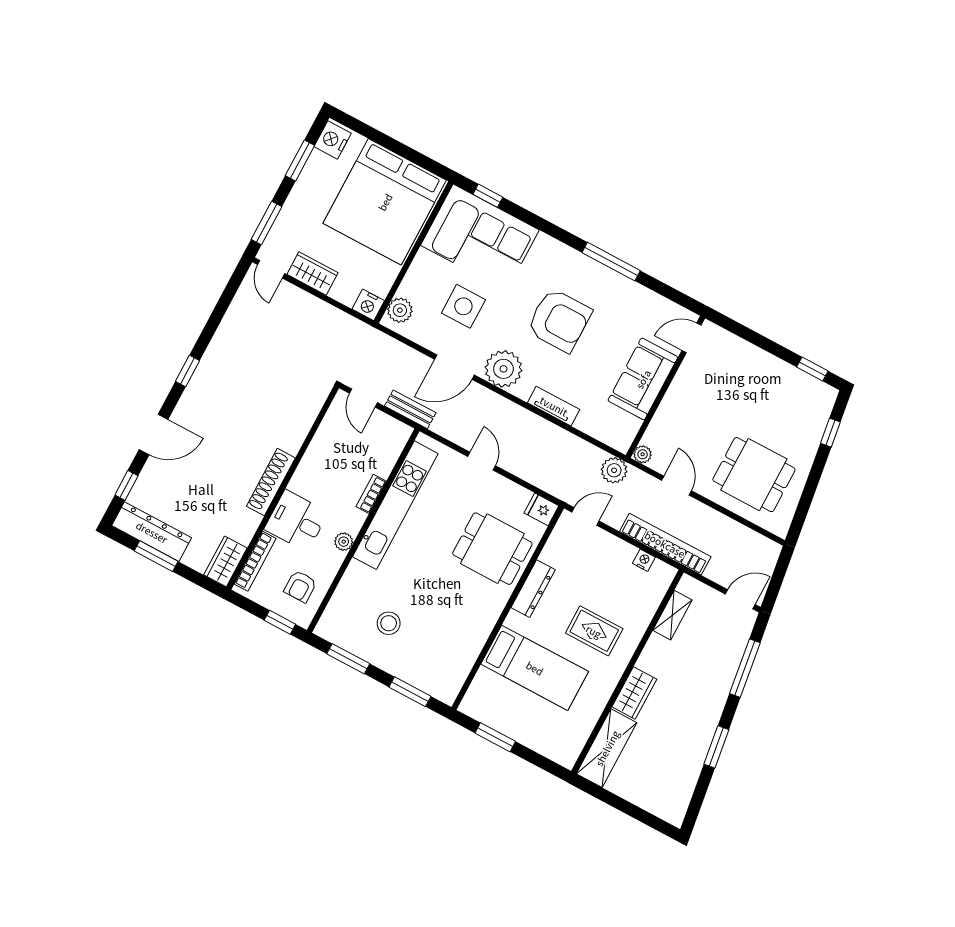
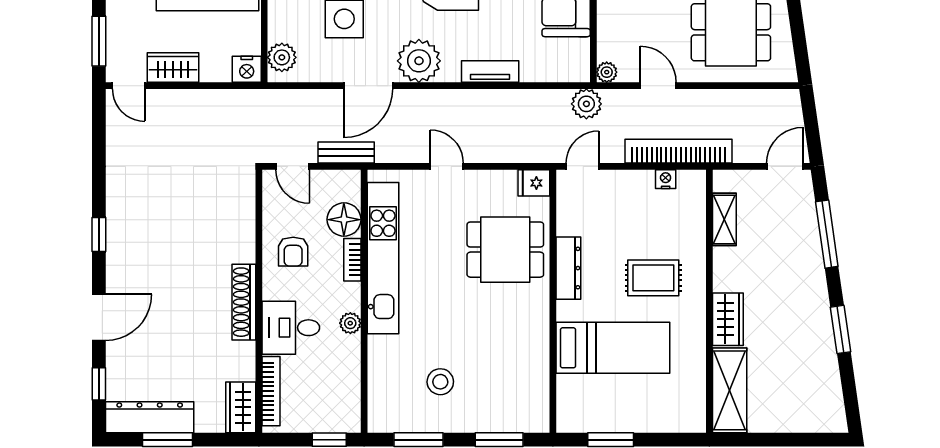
floor lamp: (381, 460) -> (344, 220), added
armchair: (300, 586) -> (293, 252), moved

